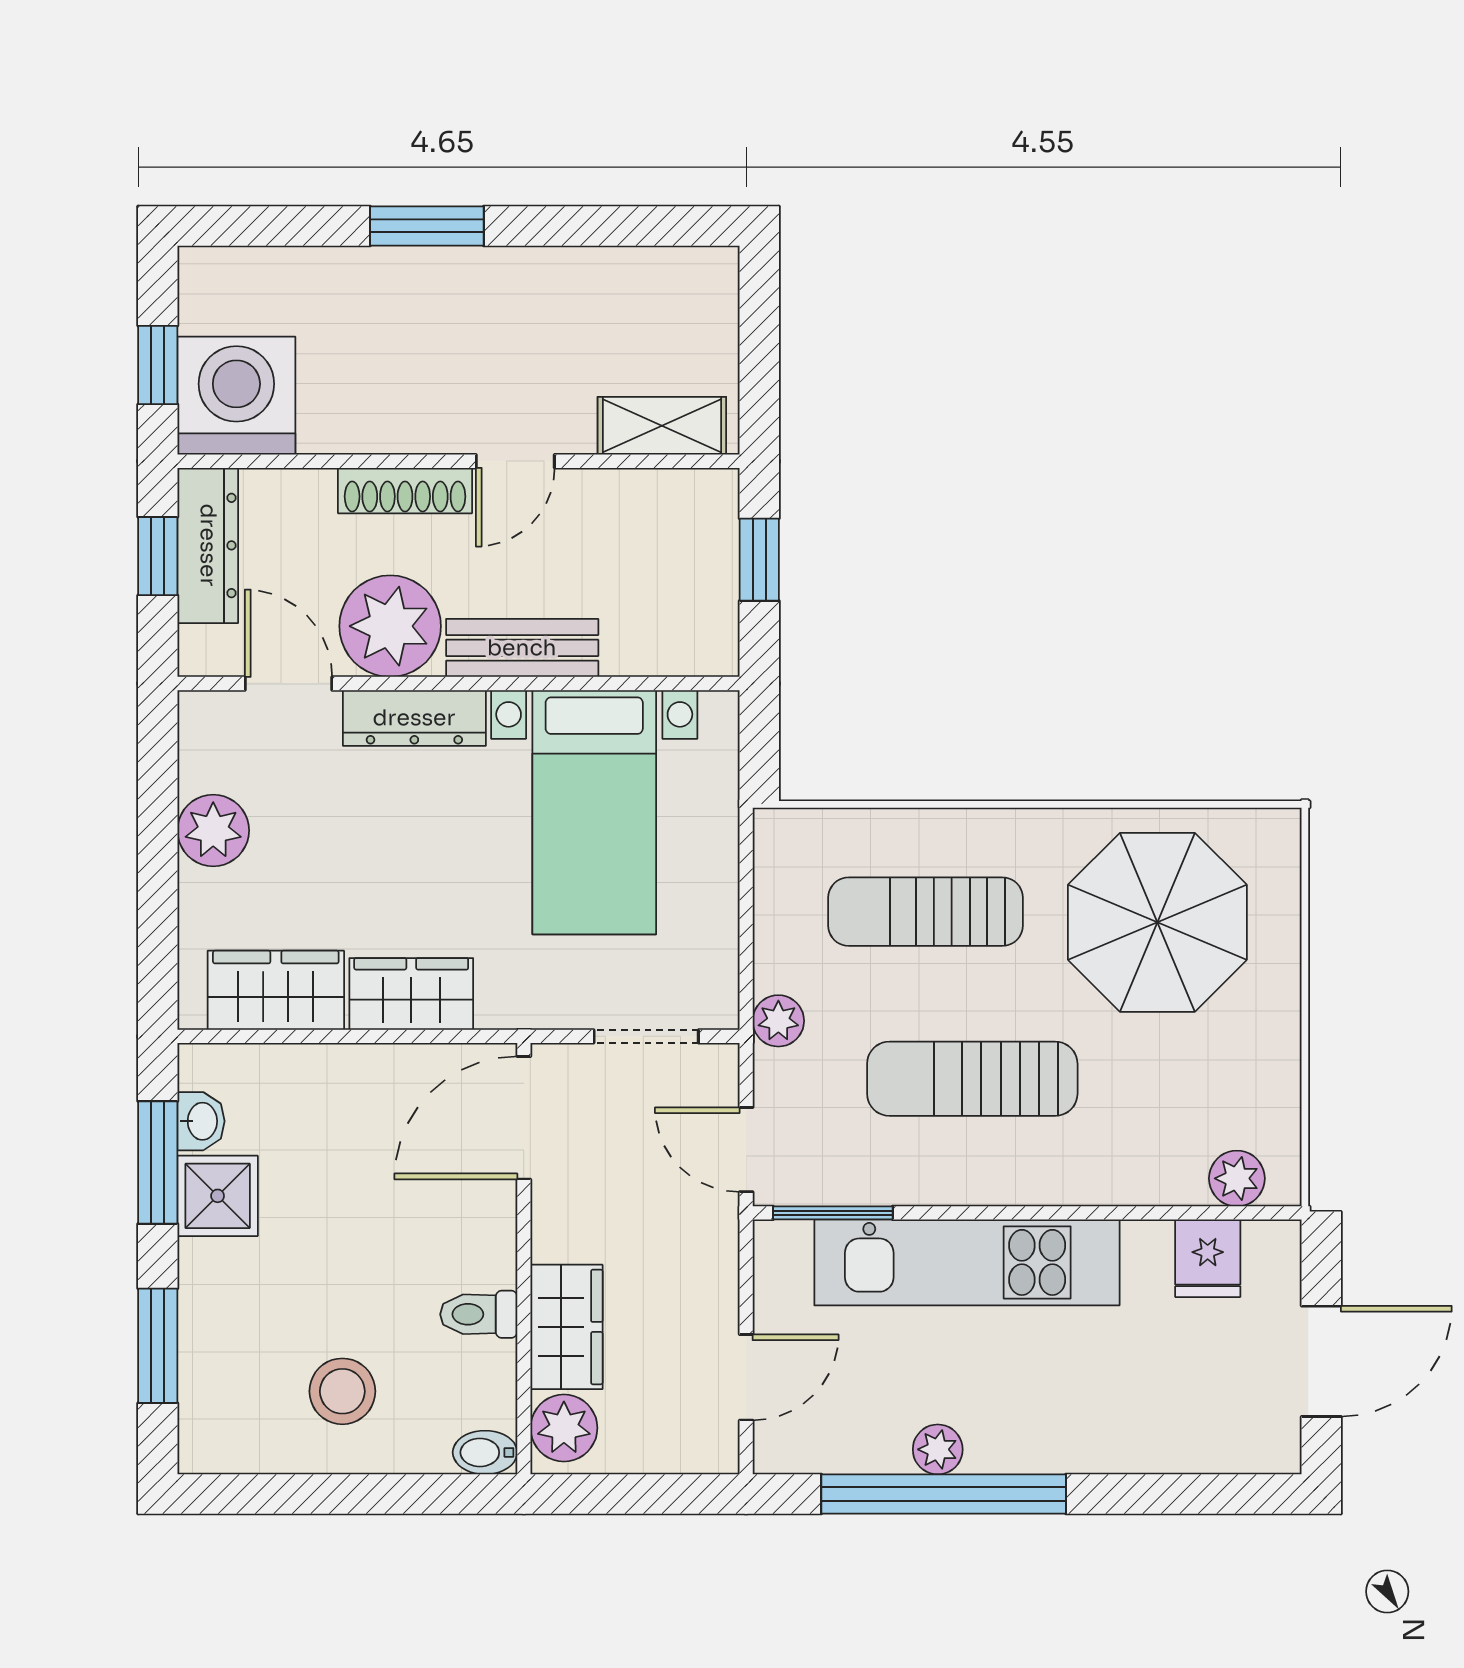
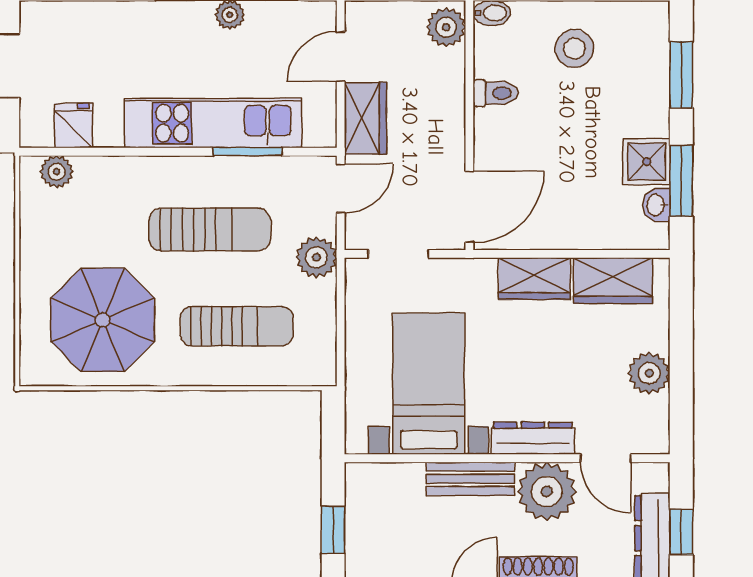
plant: (778, 1021) -> (316, 257), width x1.38, depth x1.38
door: (746, 1150) -> (341, 188), hinge flipped
window: (833, 1213) -> (247, 152), moved
wardrobe: (566, 1327) -> (365, 118), moved, turned 180

